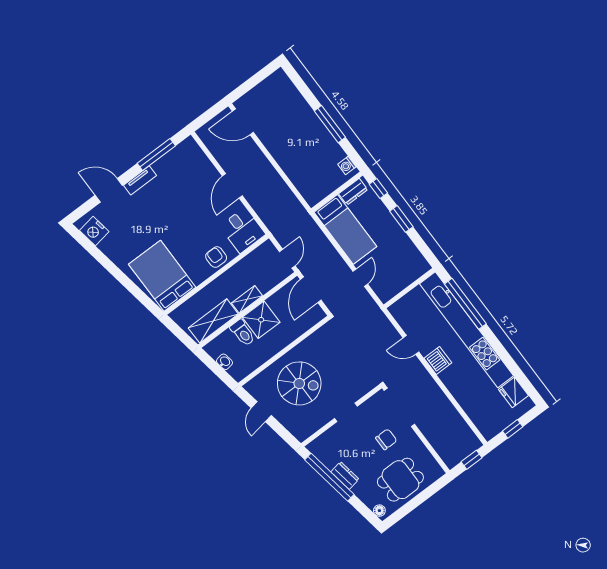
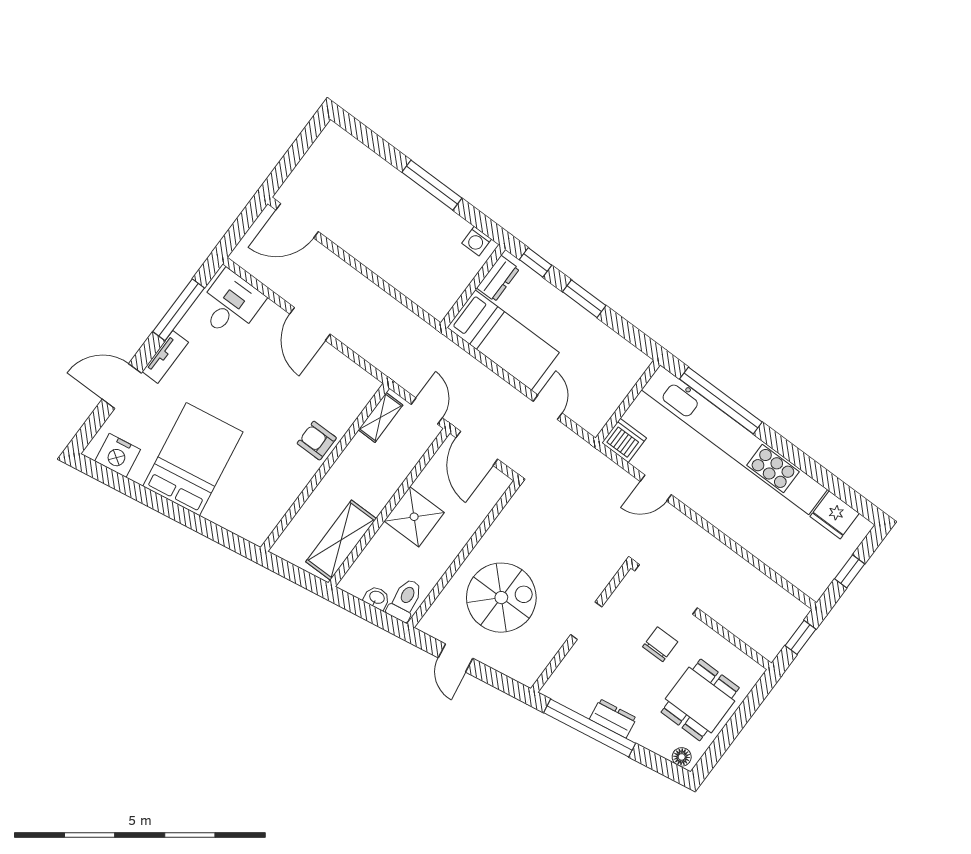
desk: (243, 230) -> (230, 304), moved, turned -90
bed: (162, 276) -> (193, 459), moved, turned 81
shelving: (247, 299) -> (380, 417), moved
toilet: (243, 333) -> (405, 600), moved, turned -99
dishwasher: (438, 361) -> (624, 440), moved

